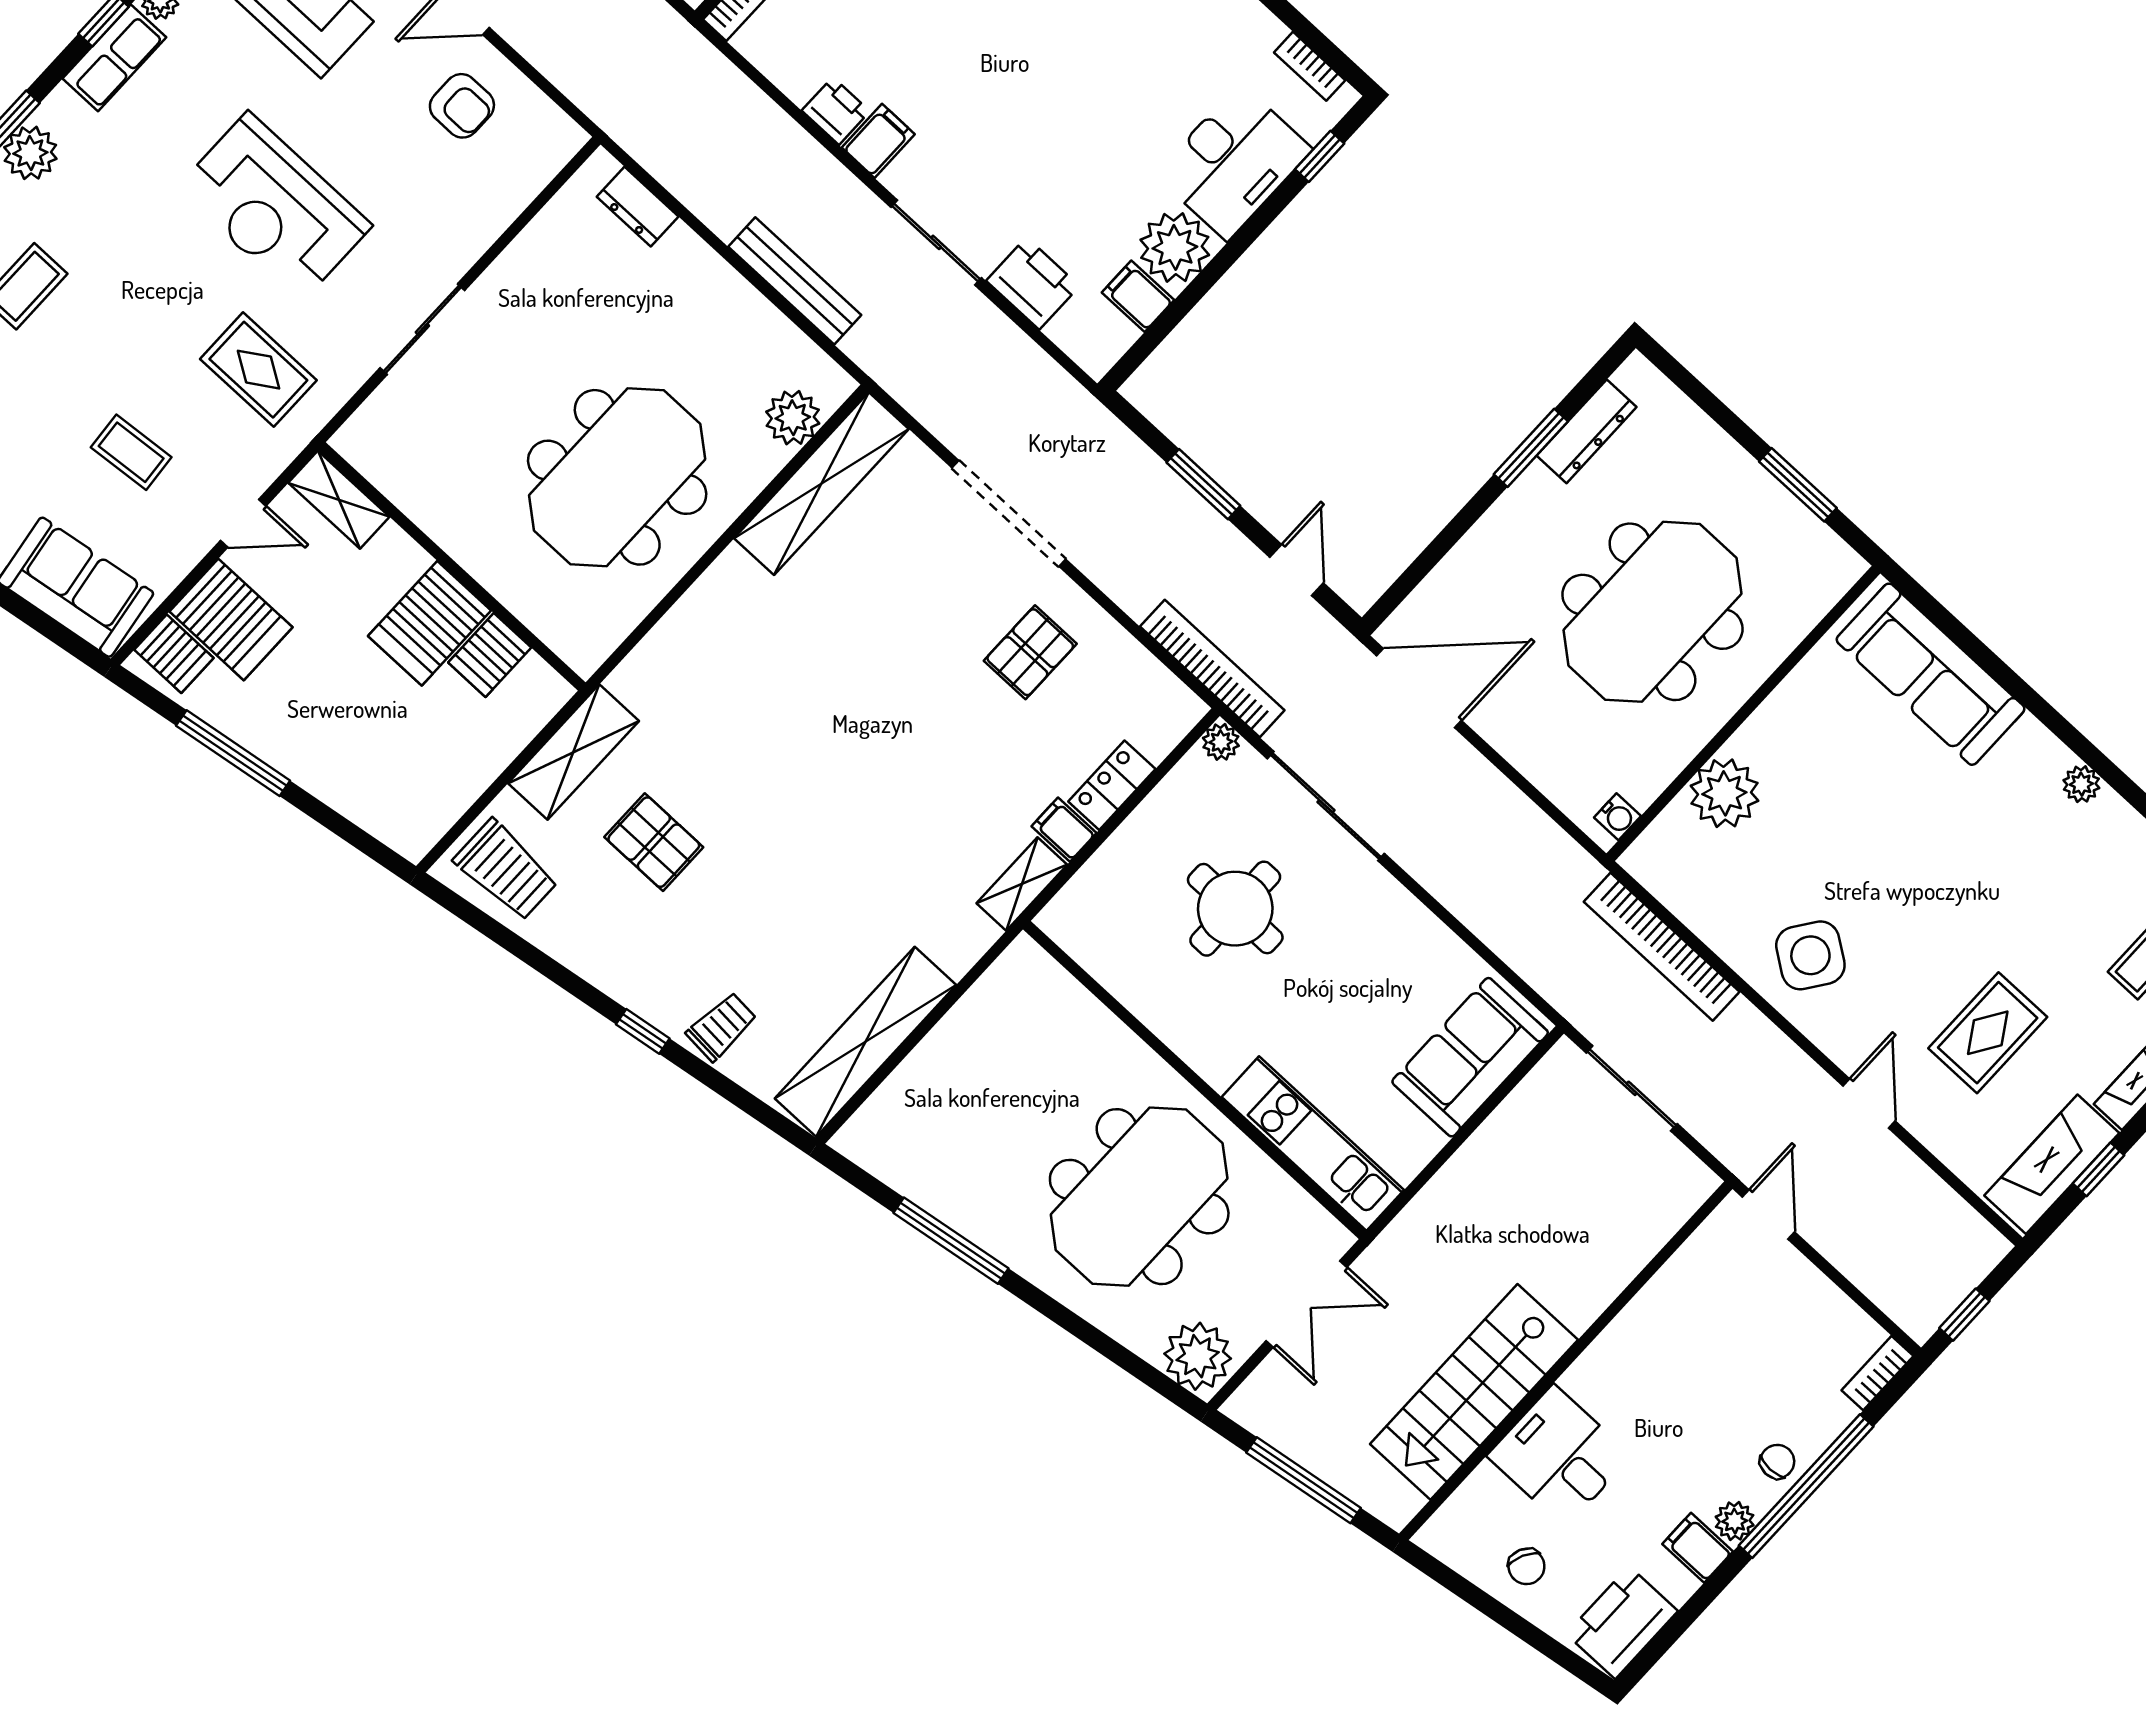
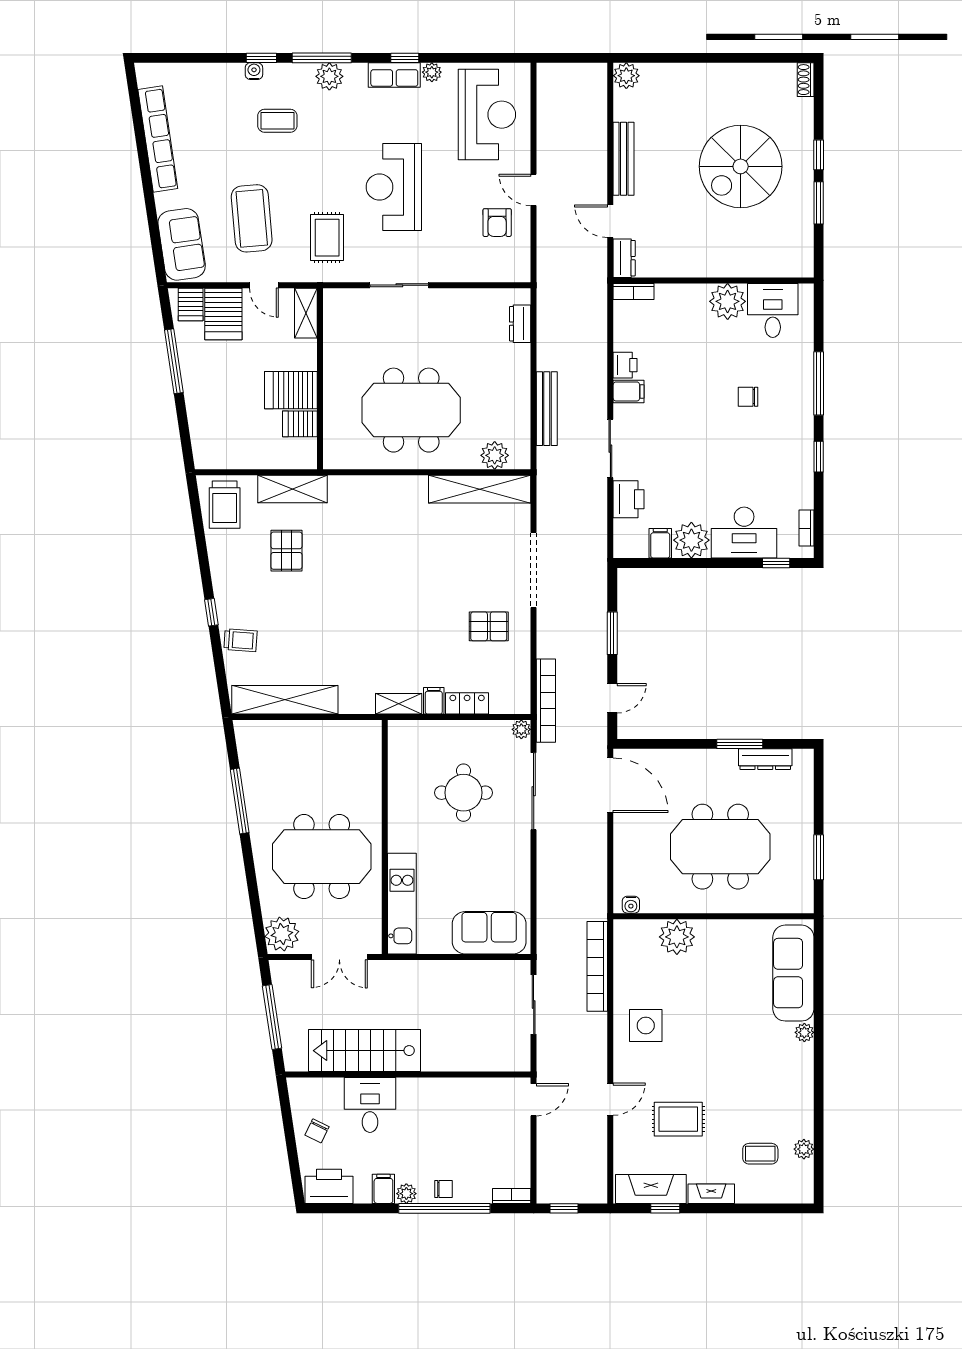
coffee table: (131, 452) -> (252, 218), width x1.86, depth x1.72
plant: (2081, 784) -> (804, 1032), moved
side table: (1810, 955) -> (646, 1025), turned -35

